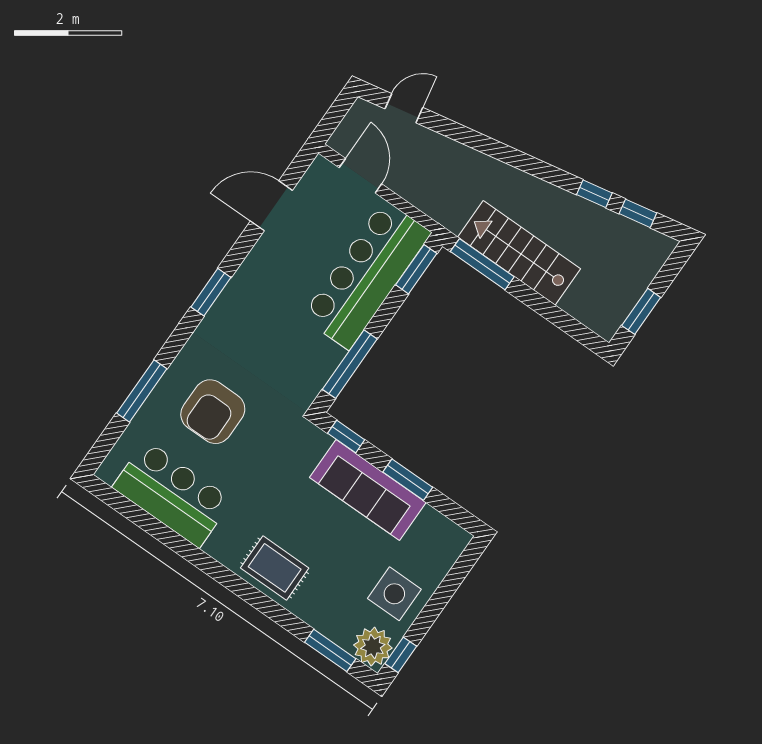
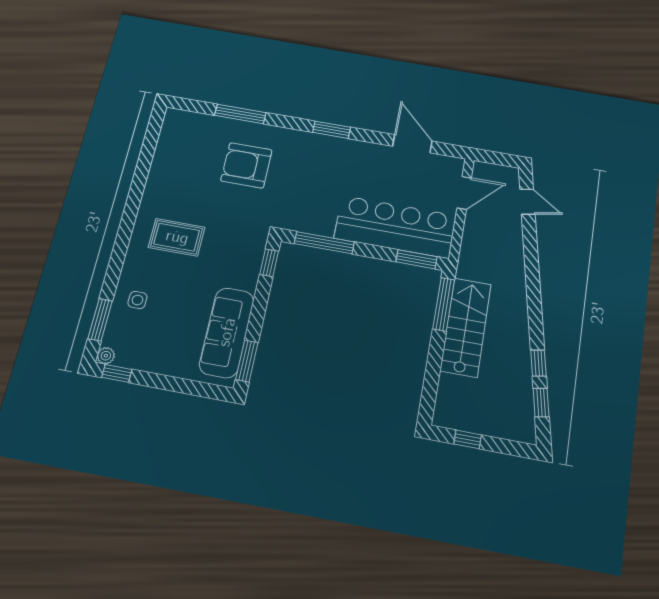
window: (641, 311) -> (468, 439), width x0.67
window: (408, 480) -> (247, 361), moved
sofa: (368, 490) -> (227, 332), moved
bar counter: (172, 494) -> (175, 163), removed
rug: (275, 568) -> (177, 237), moved, turned 90
side table: (394, 594) -> (137, 300), moved, width x0.54, depth x0.54
plant: (373, 647) -> (106, 356), width x0.53, depth x0.53

